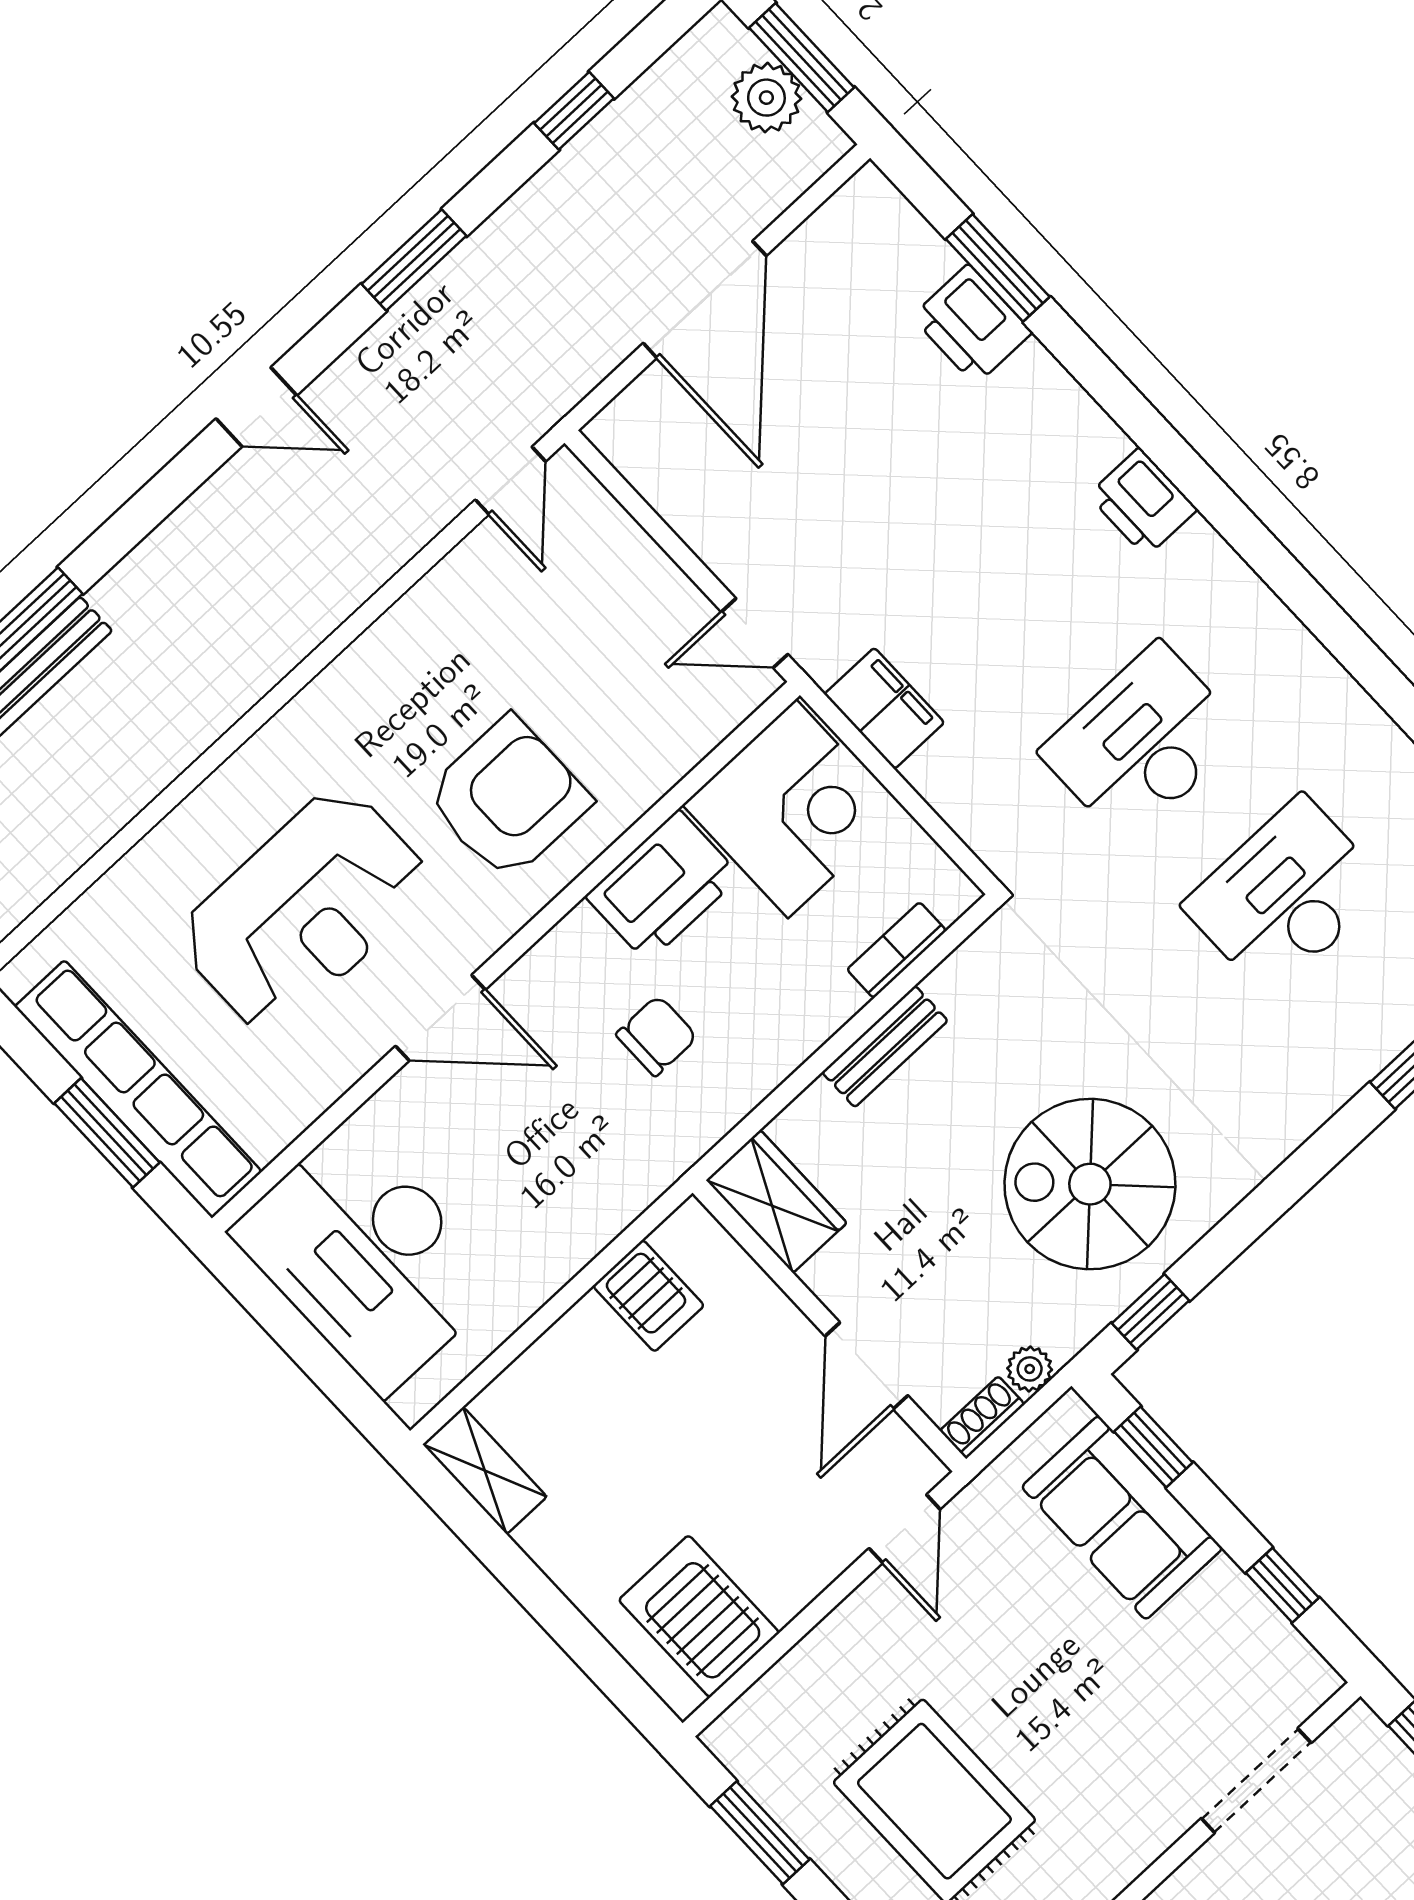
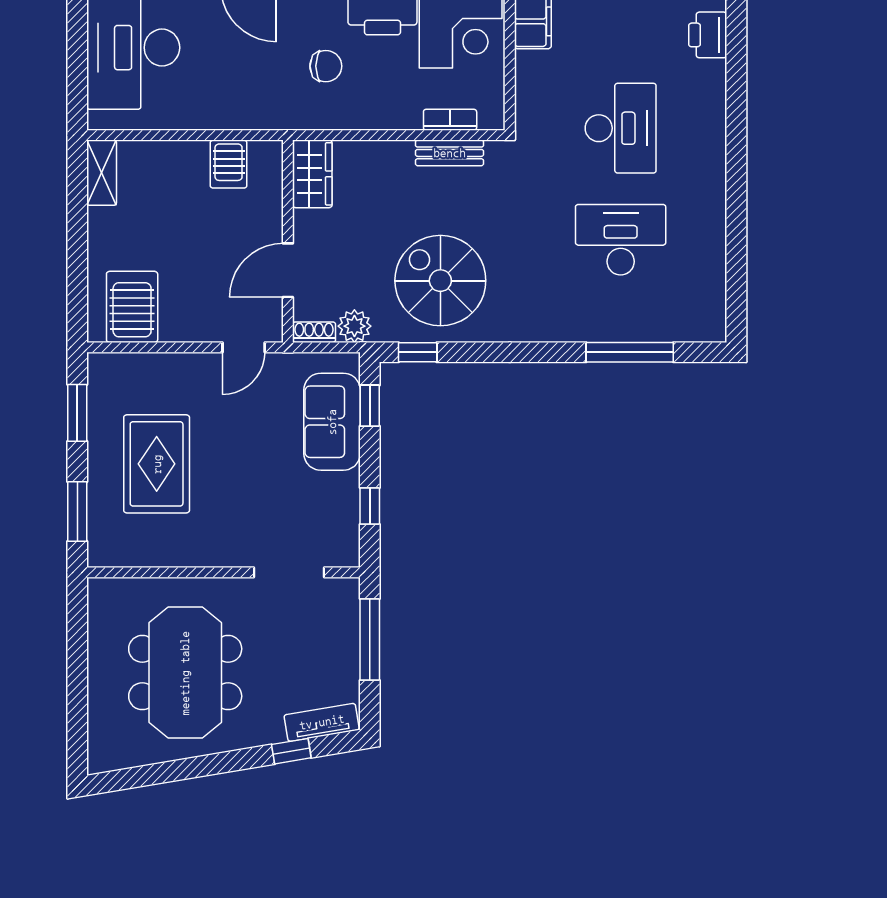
desk: (1142, 743) -> (621, 128), turned 90
bench: (885, 1046) -> (450, 153), moved
plant: (1030, 1369) -> (354, 326), width x1.38, depth x1.38

